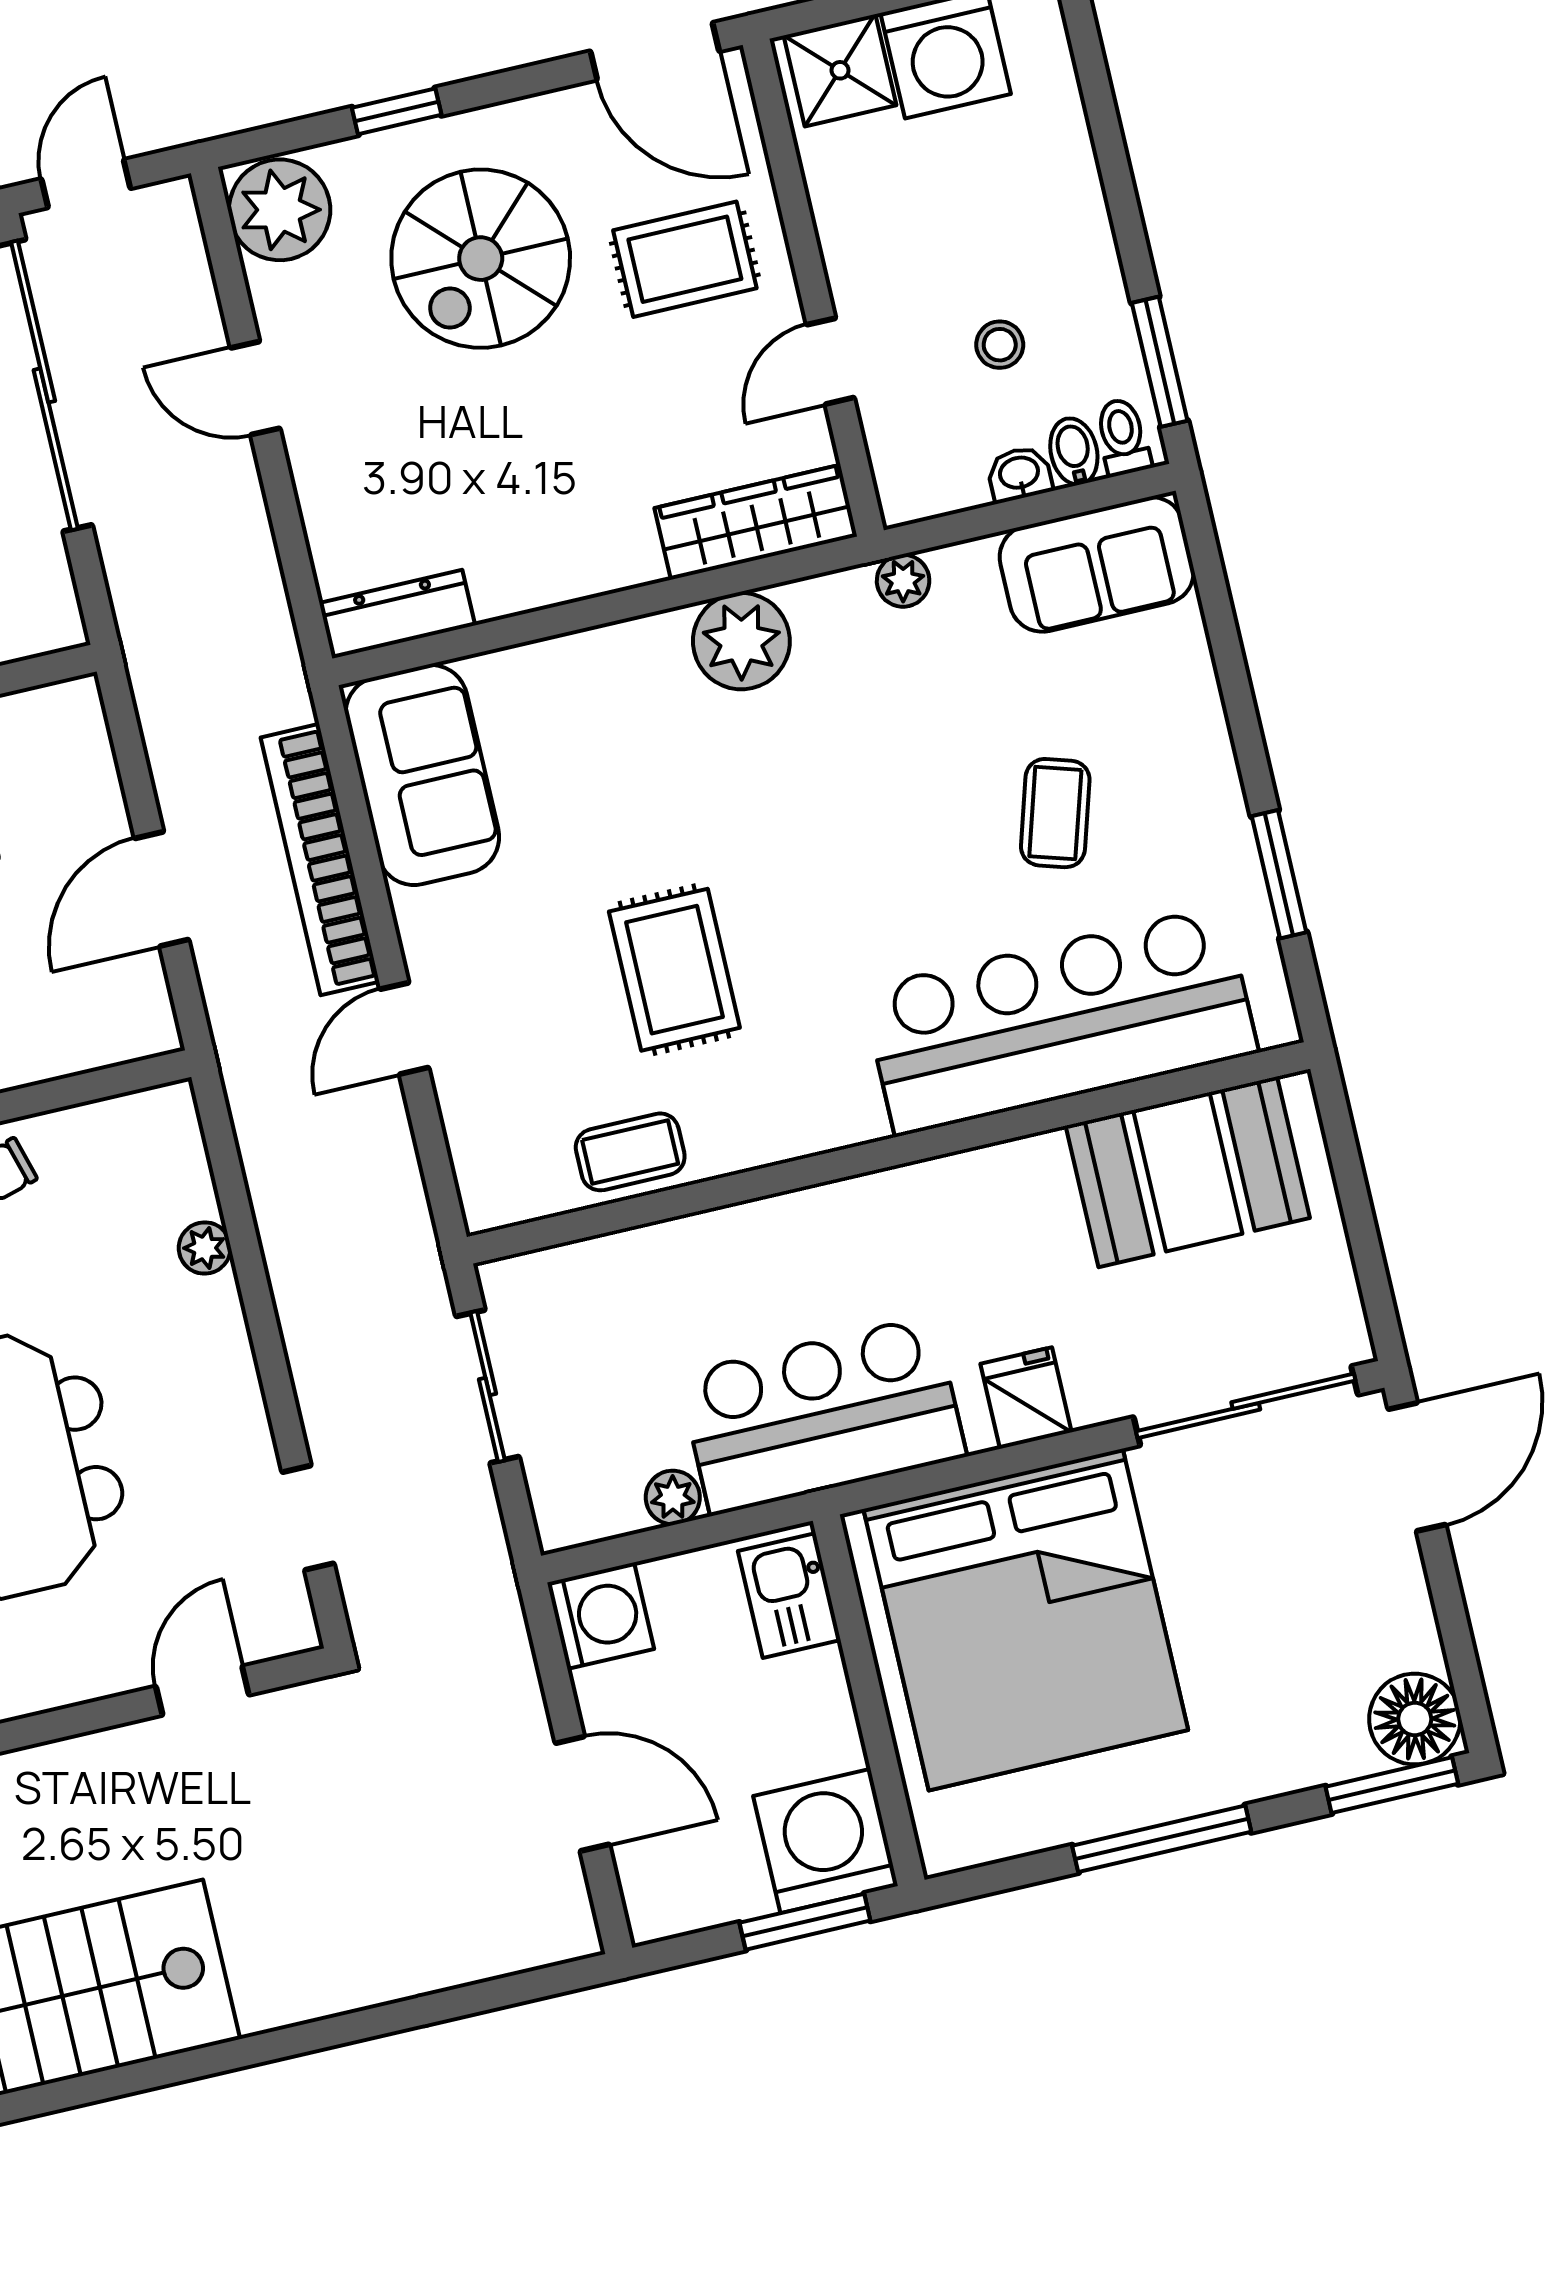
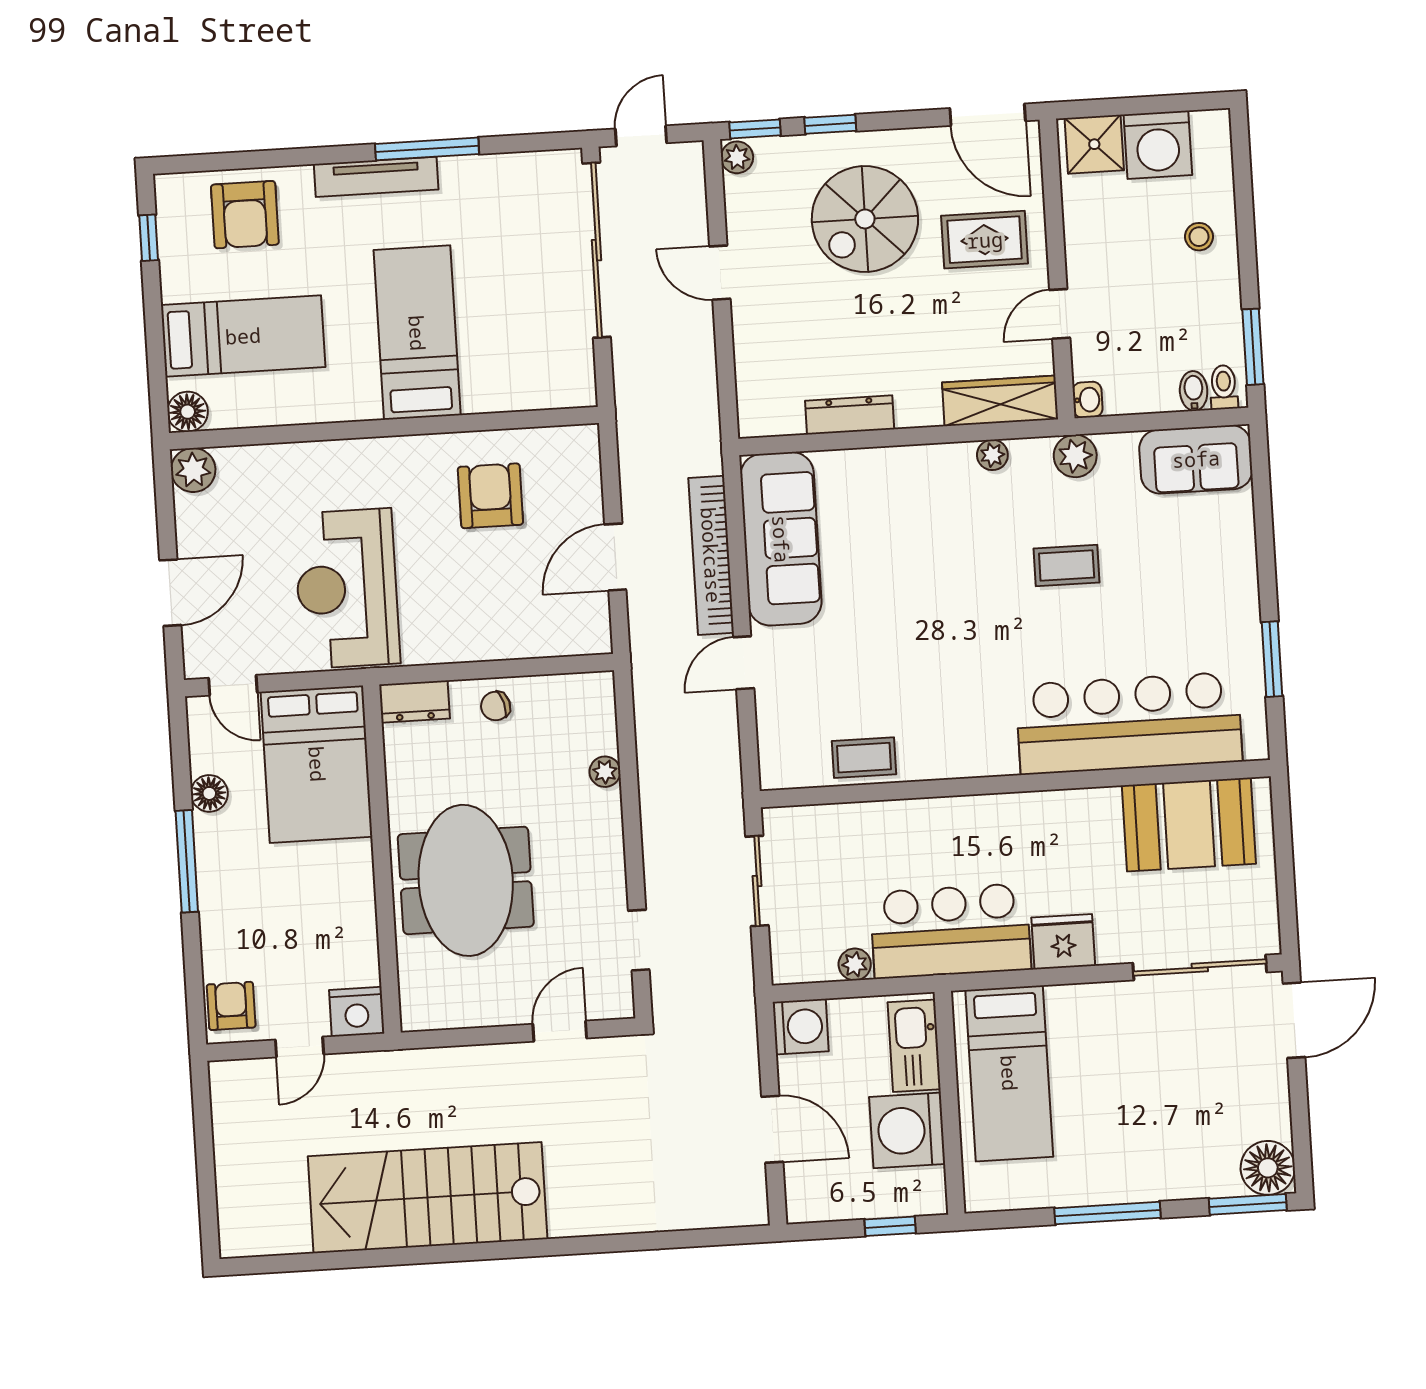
window: (273, 140) -> (755, 129), added
plant: (280, 210) -> (737, 157), width x0.53, depth x0.53
stool: (1000, 345) -> (1199, 237), moved
washbasin: (1019, 474) -> (1088, 400), moved, turned 90
plant: (903, 581) -> (1075, 456), width x1.38, depth x1.38
dresser: (397, 614) -> (850, 415), moved
plant: (741, 641) -> (992, 455), width x0.53, depth x0.53
sofa: (422, 775) -> (781, 539), width x1.36
coffee table: (1055, 813) -> (1067, 565), moved, turned 73
rug: (674, 970) -> (908, 655), removed
fridge: (1026, 1398) -> (1063, 942), width x1.38
kitchen sink: (789, 1595) -> (914, 1046), width x1.38
bed: (1026, 1620) -> (1009, 1073), width x0.49
washing machine: (826, 1841) -> (907, 1130), moved, turned -90
window: (805, 1922) -> (890, 1226), width x0.67

